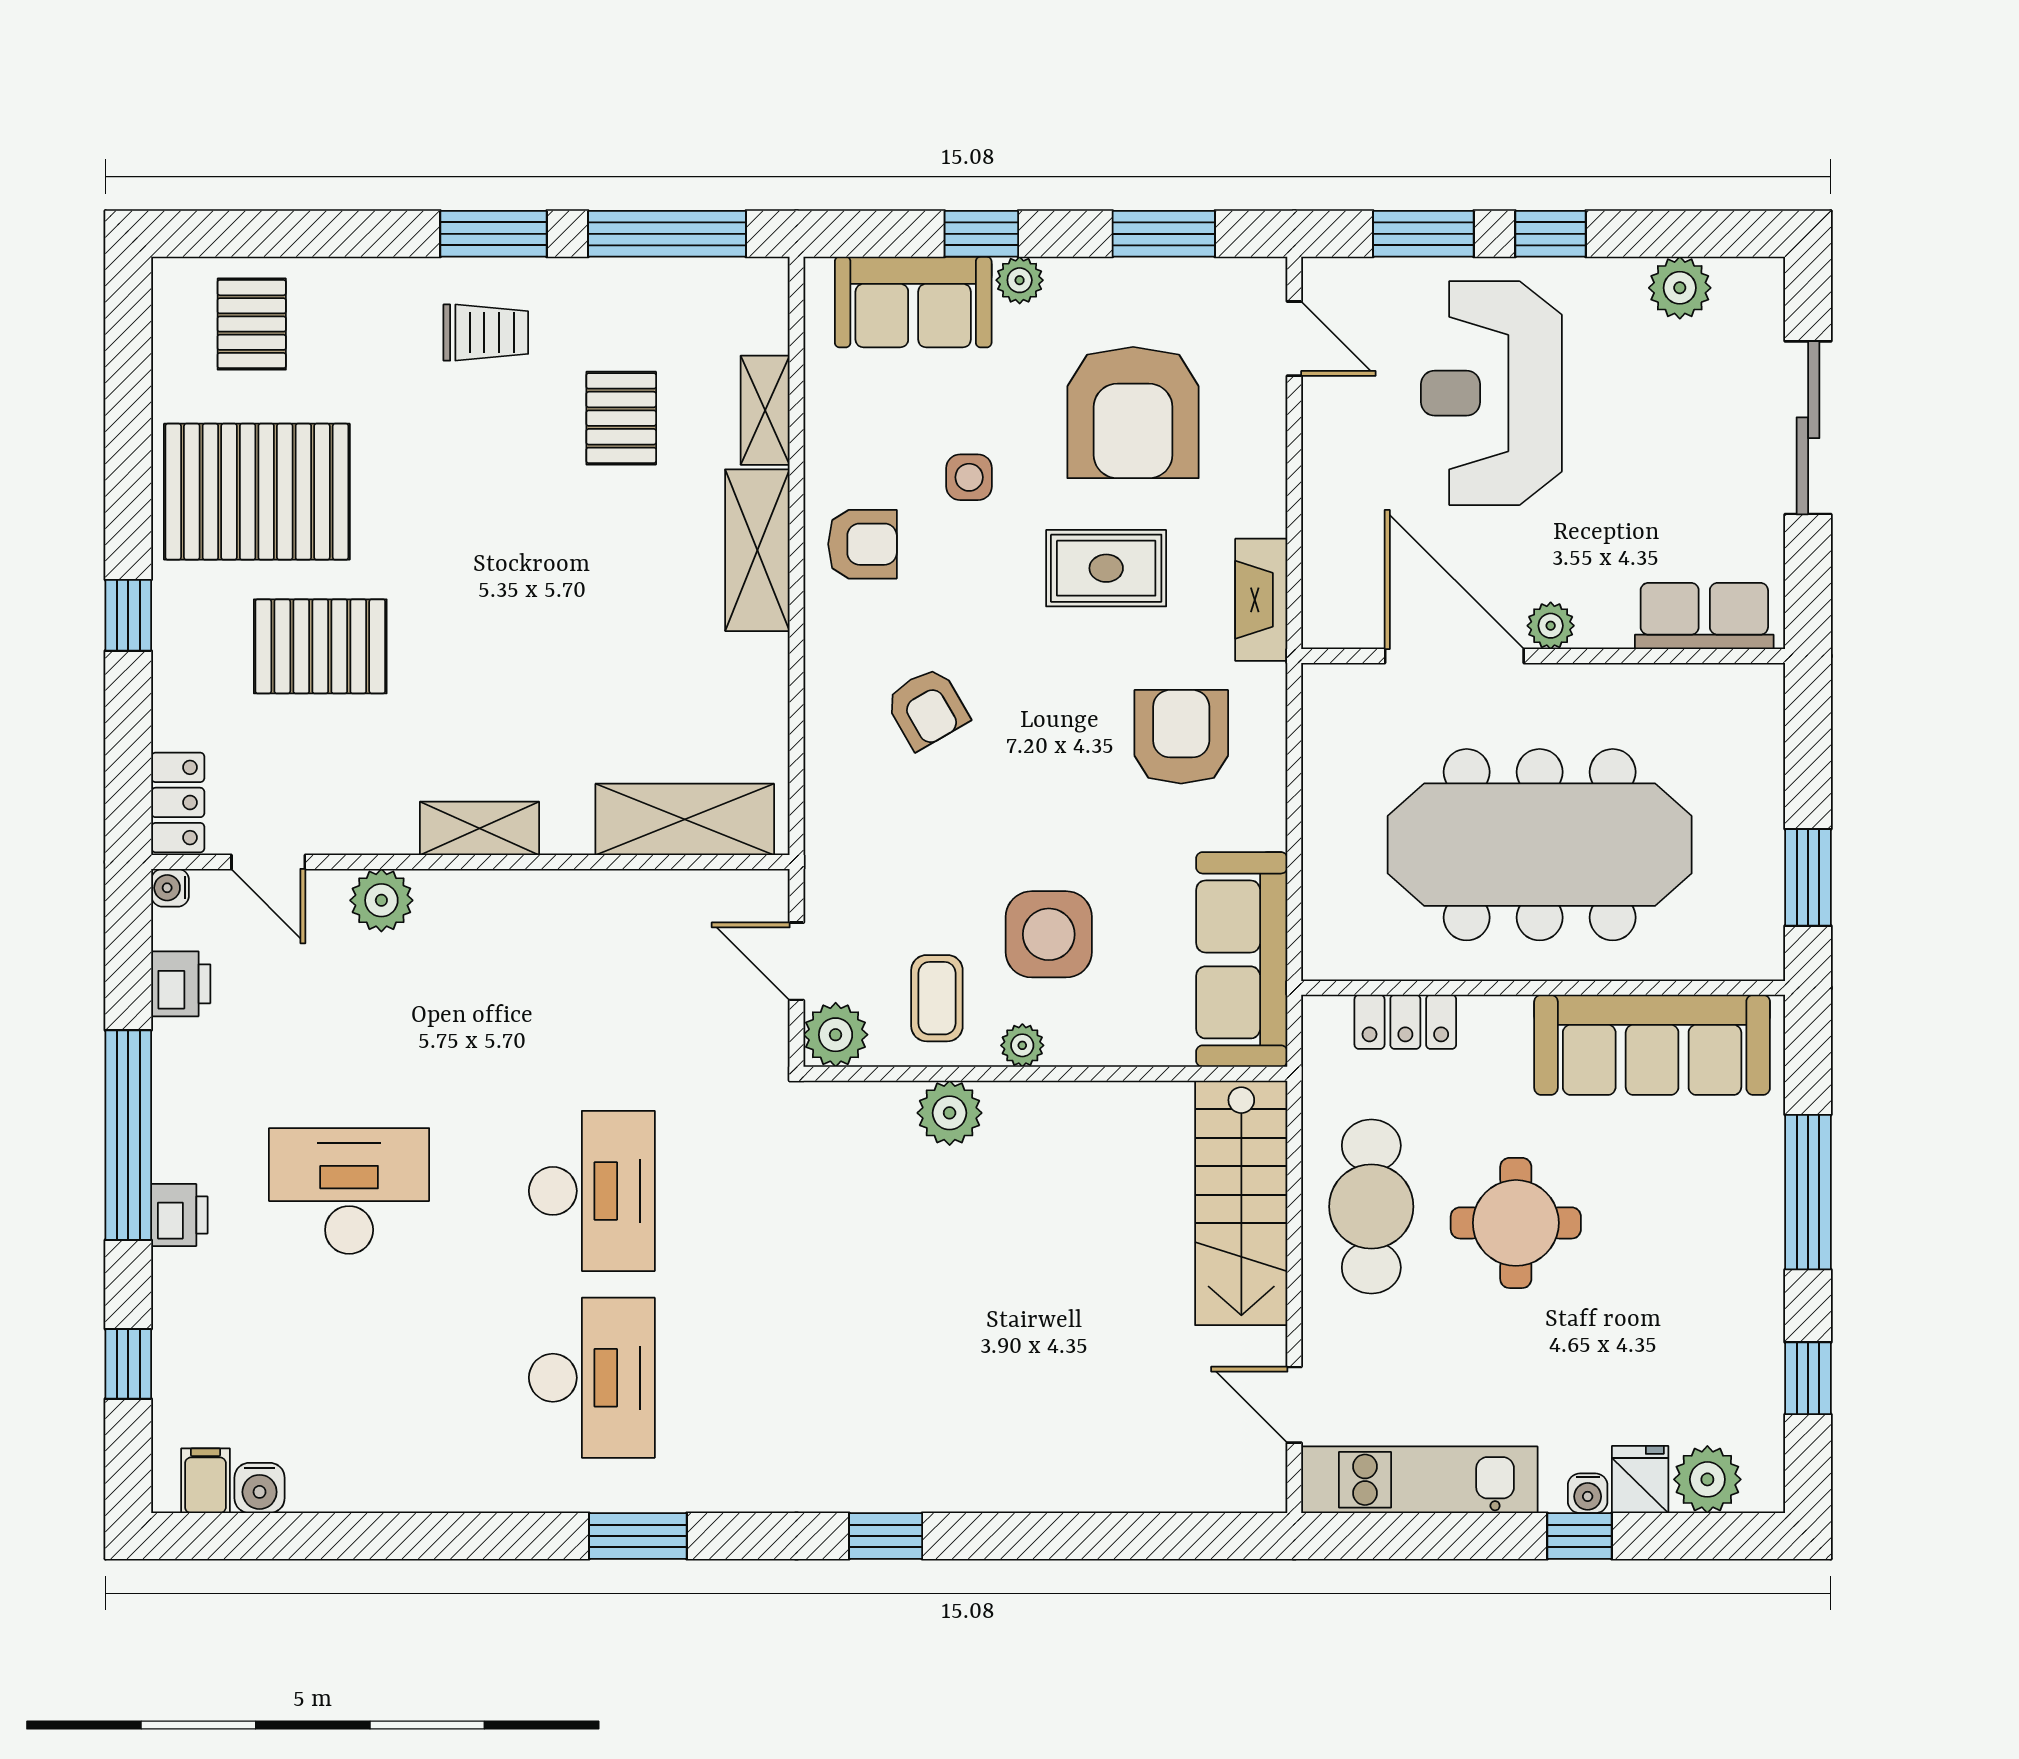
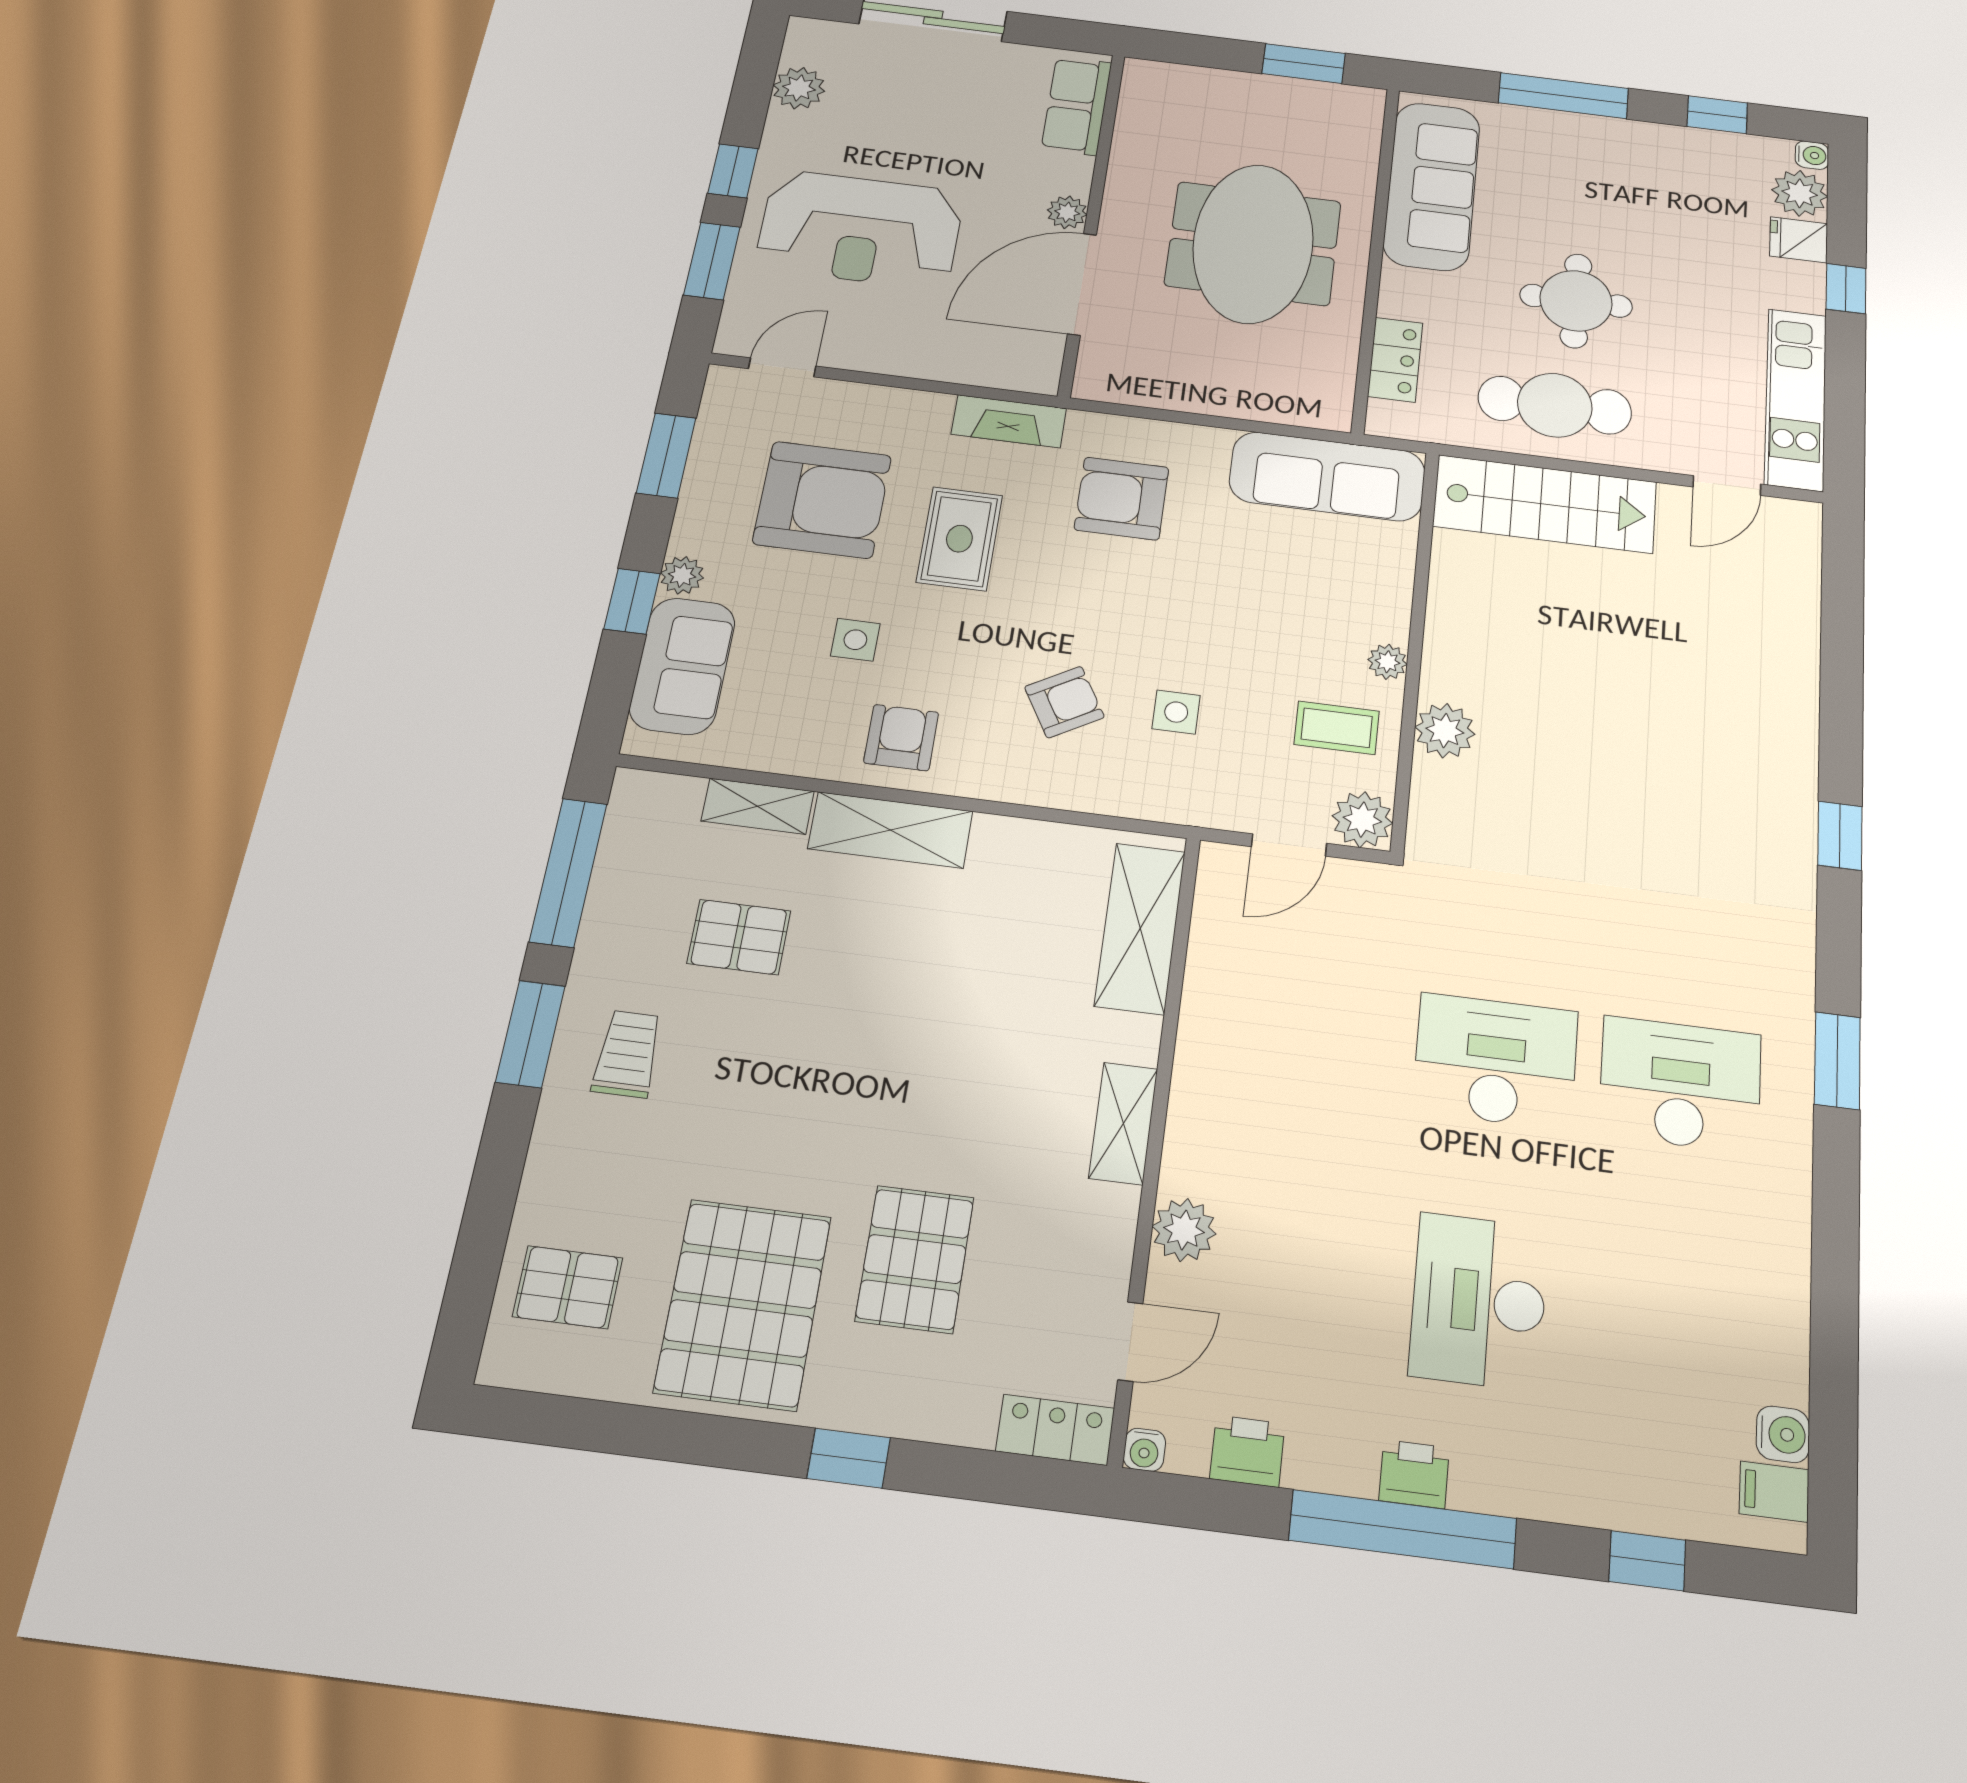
meeting table: (1540, 845) -> (1253, 243), width x0.73
side table: (1049, 934) -> (1176, 712), moved, width x0.54, depth x0.54
printer: (179, 1215) -> (1414, 1474), moved
water cooler: (1588, 1493) -> (1812, 155), moved

